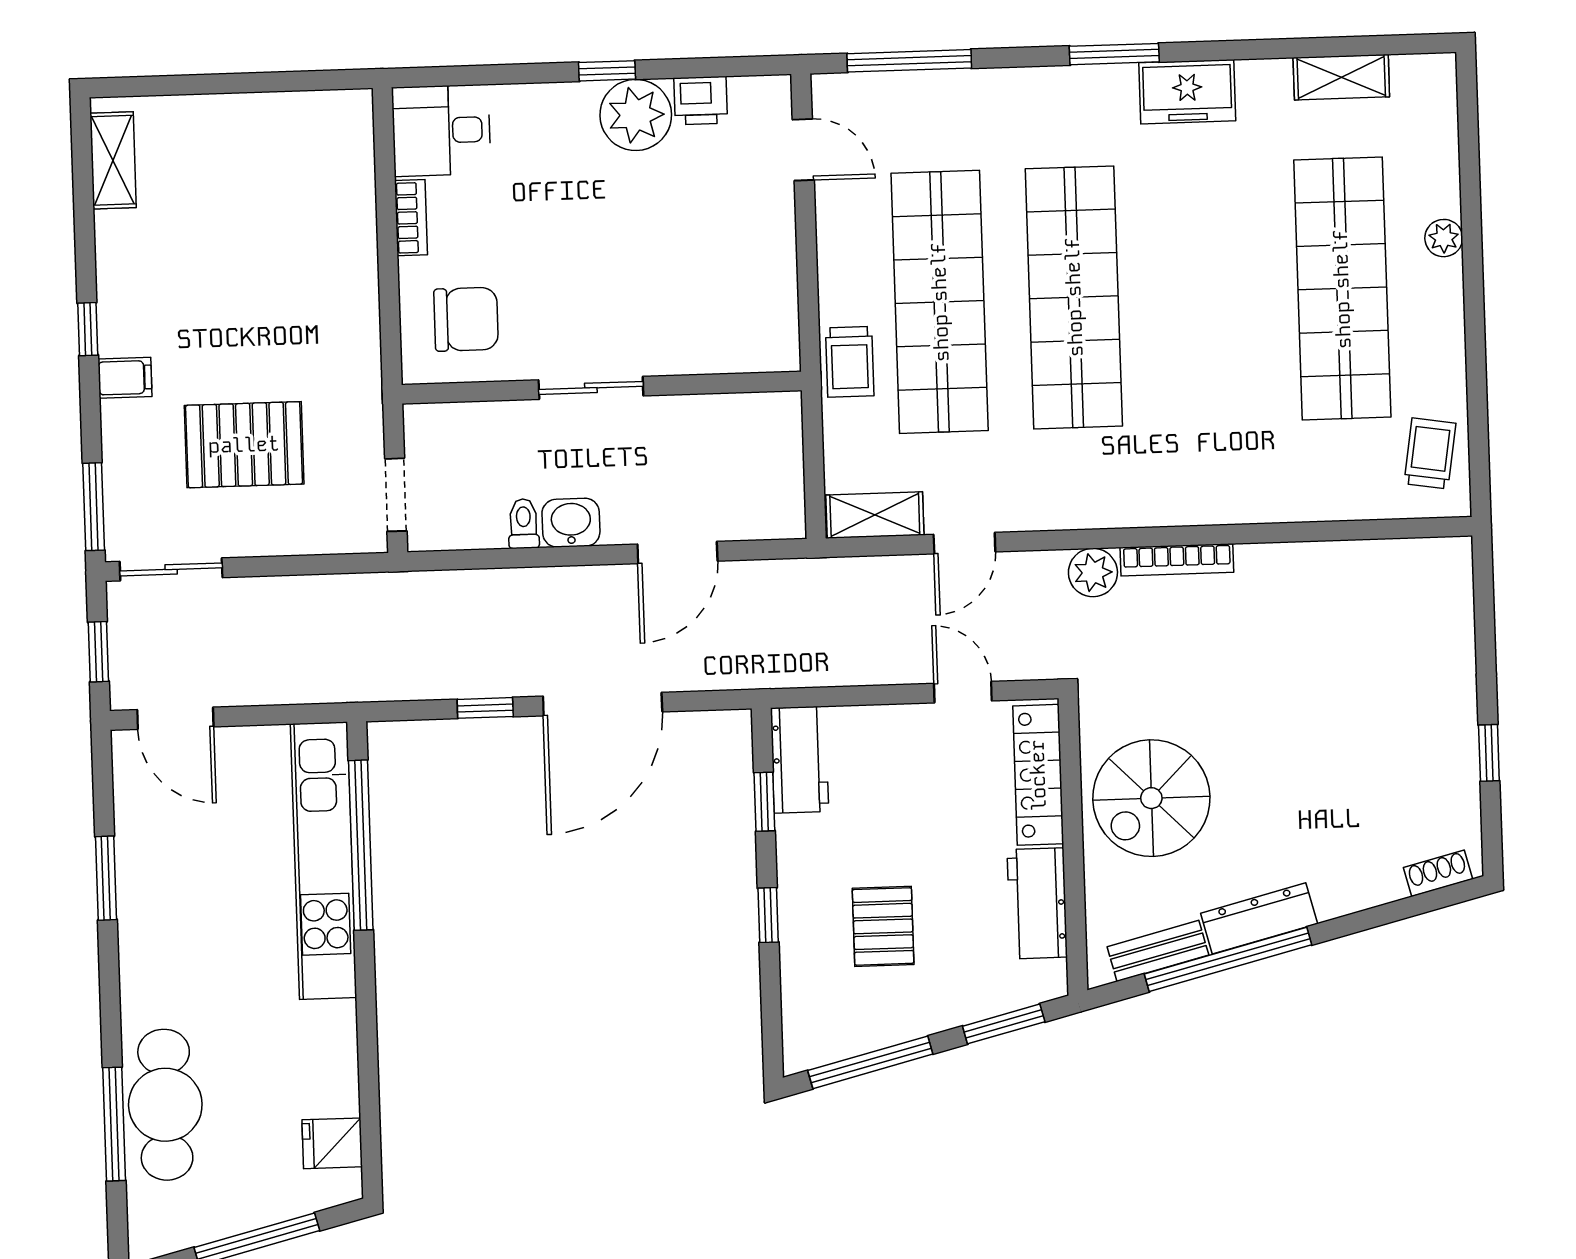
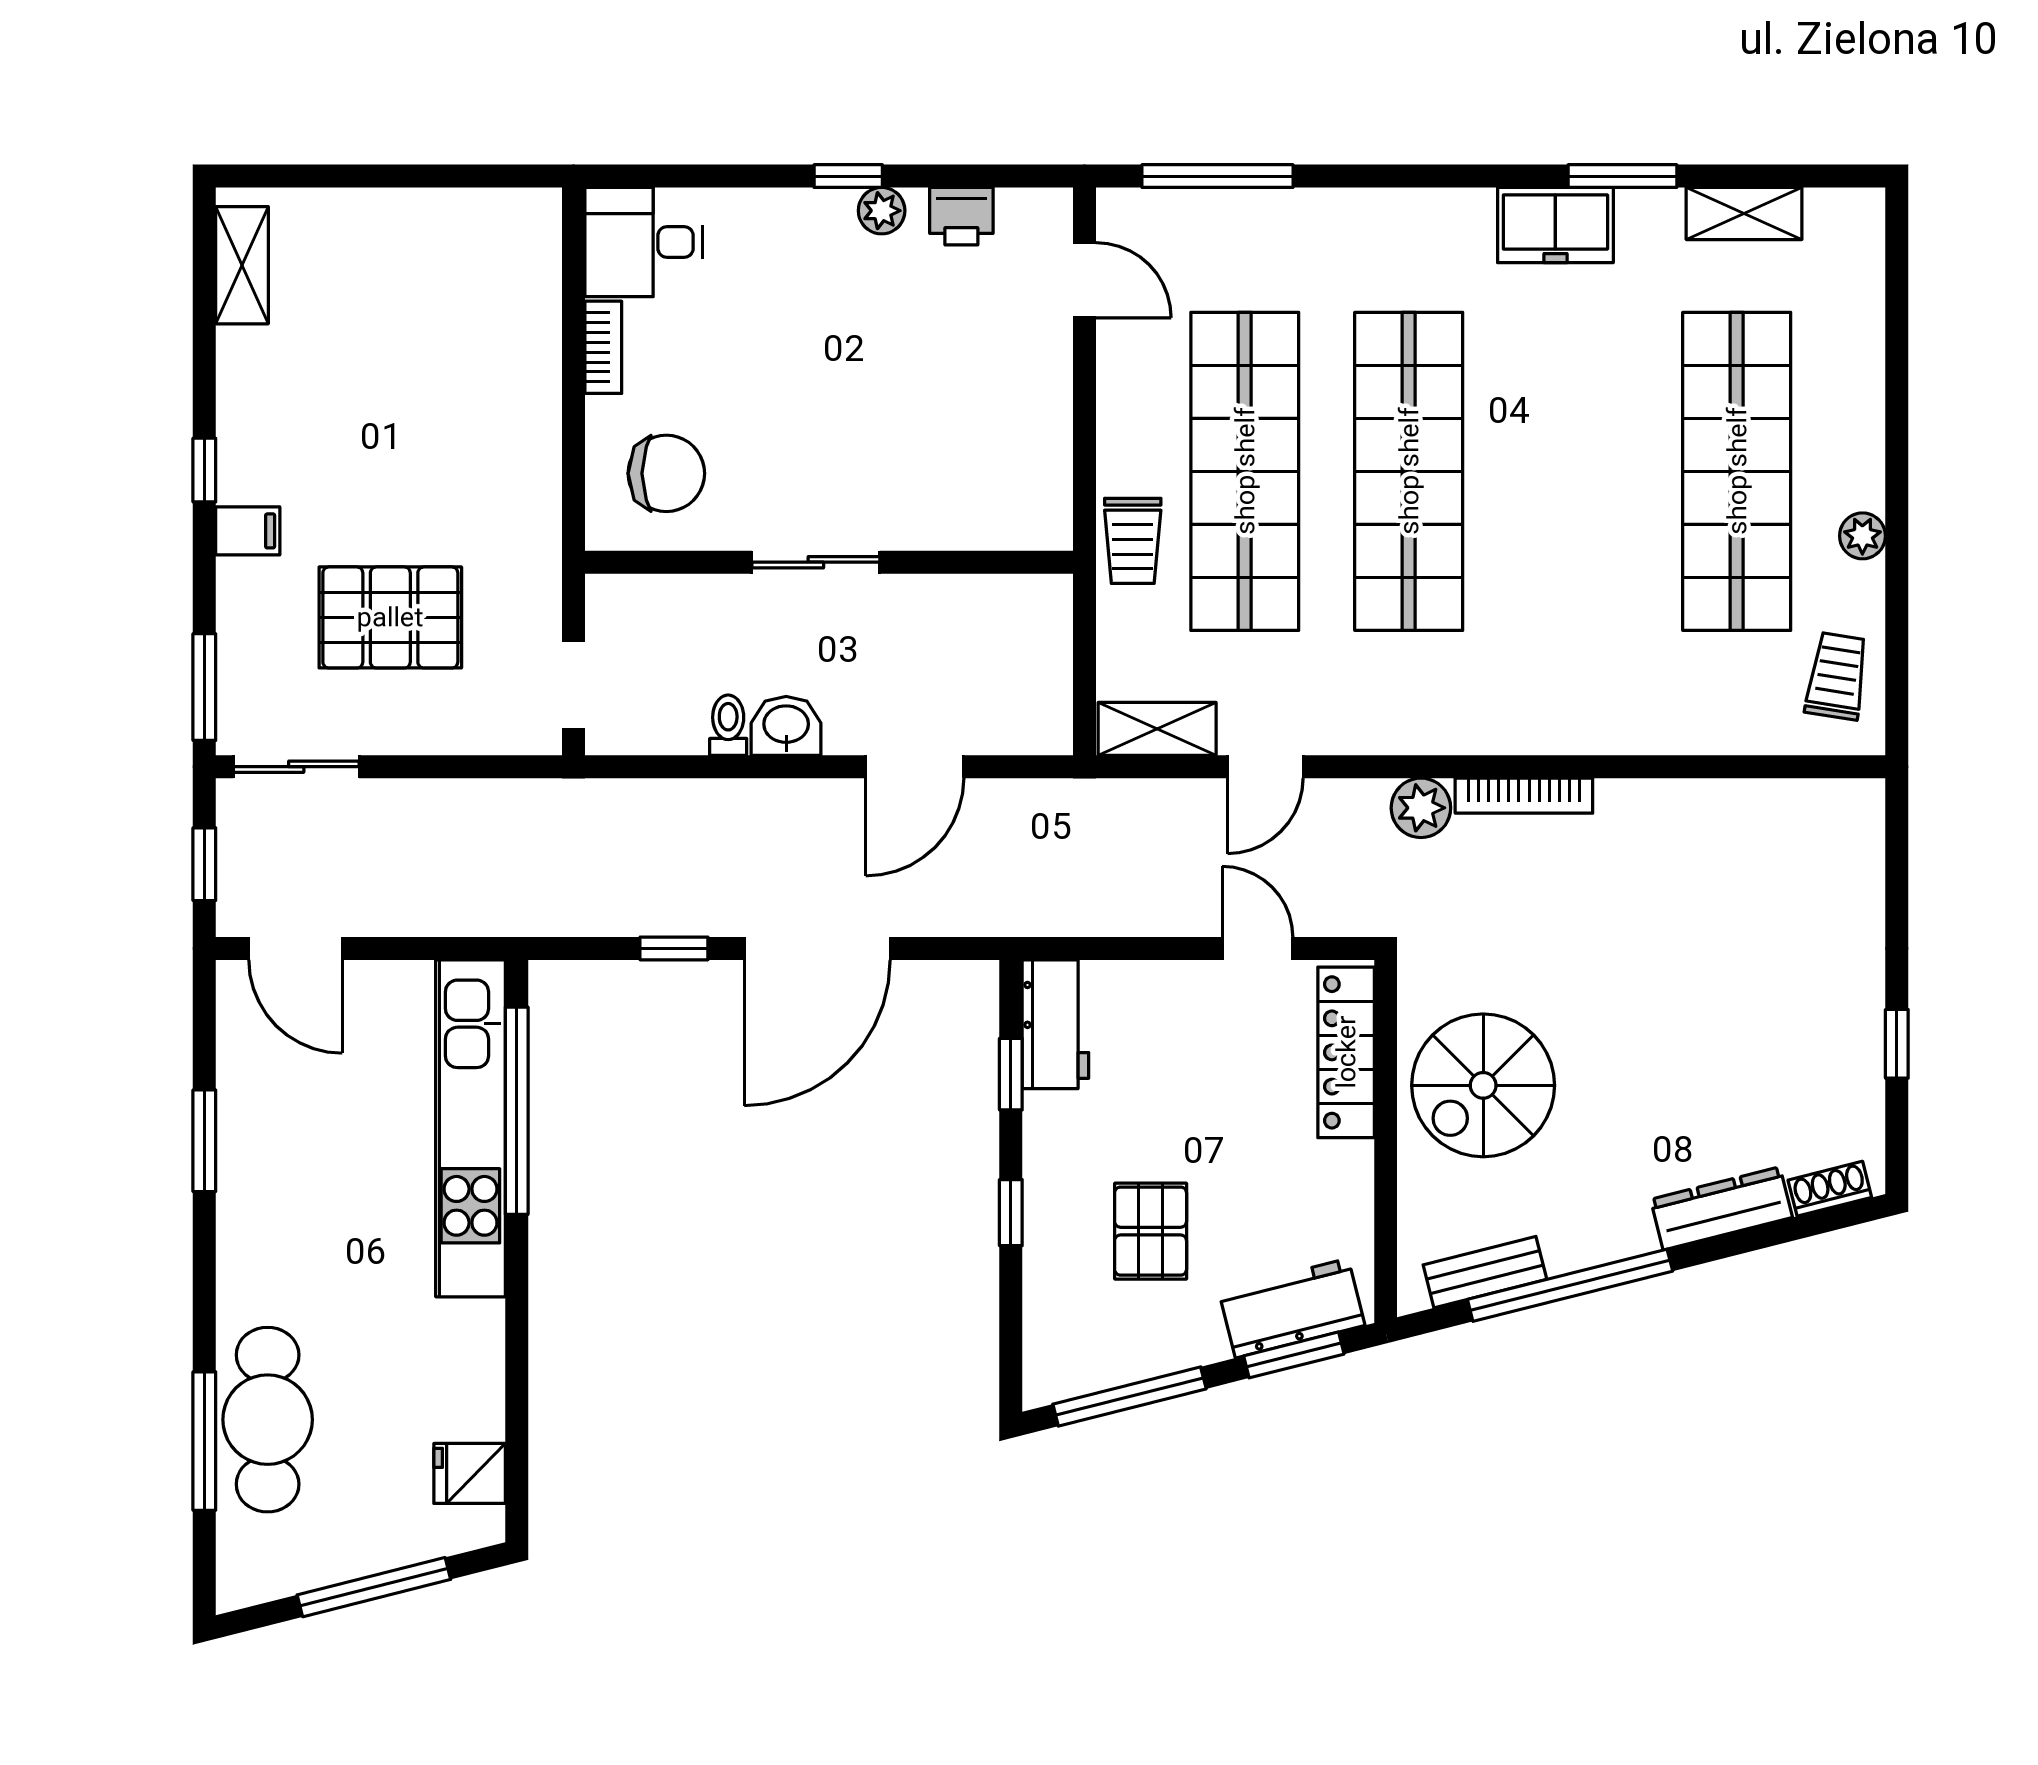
window: (1114, 54) -> (1622, 176), moved
plant: (636, 115) -> (882, 211), width x0.53, depth x0.53
plant: (1444, 238) -> (1862, 536), moved
workbench: (1037, 903) -> (1292, 1308), moved, turned 76
dresser: (1259, 918) -> (1721, 1208), moved

